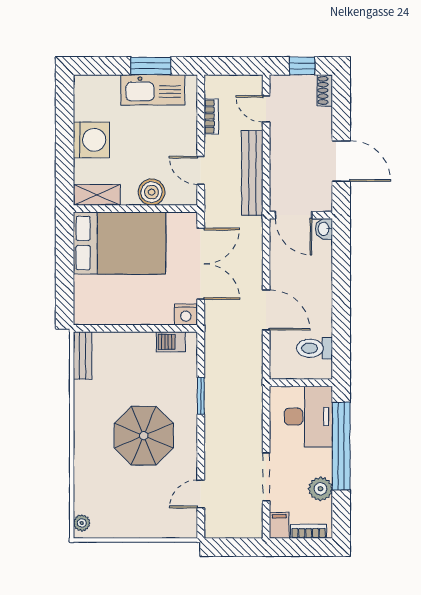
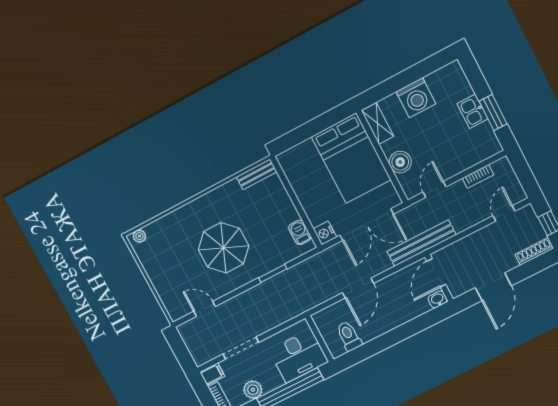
kitchen sink: (153, 90) -> (473, 111), width x0.53, depth x0.81
shoe rack: (325, 90) -> (534, 251), width x1.43
bench: (252, 173) -> (422, 243), moved

